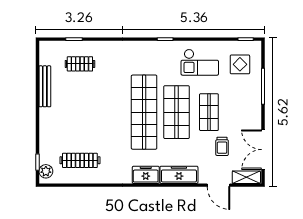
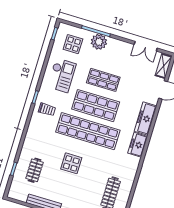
plant: (252, 94) -> (99, 42), added
display table: (101, 104) -> (71, 163), added
trolley: (222, 146) -> (47, 109), moved
double door: (263, 150) -> (146, 46), width x0.73

